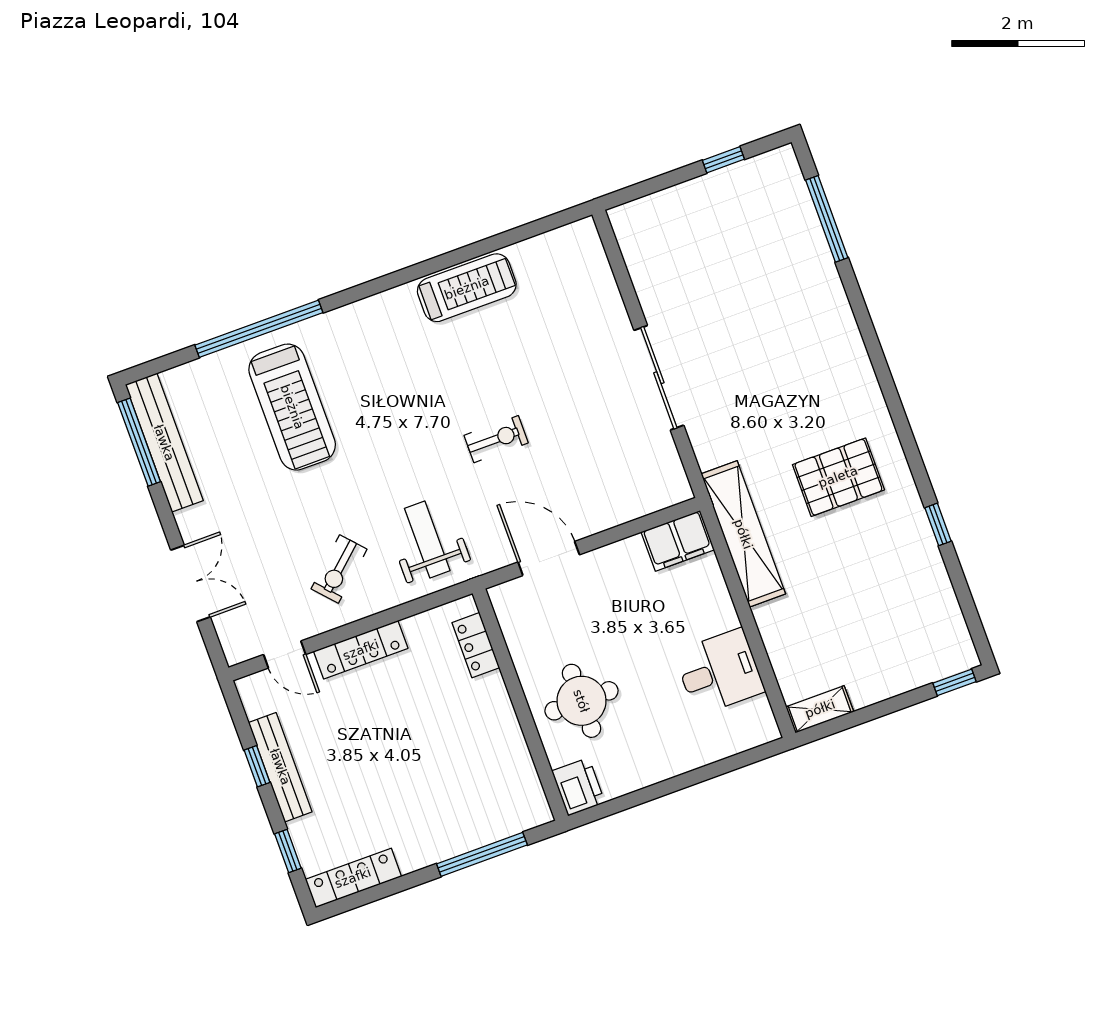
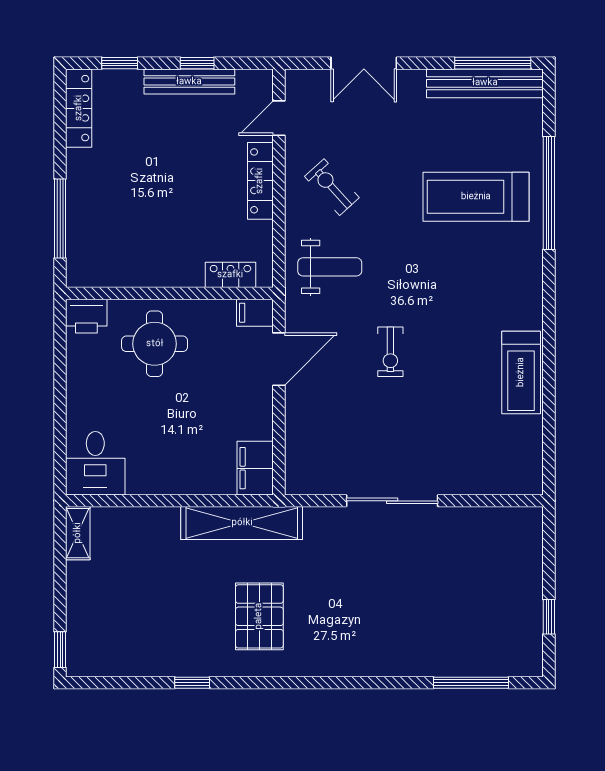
filing cabinet: (507, 603) -> (255, 313), added
desk: (719, 672) -> (95, 463), moved

